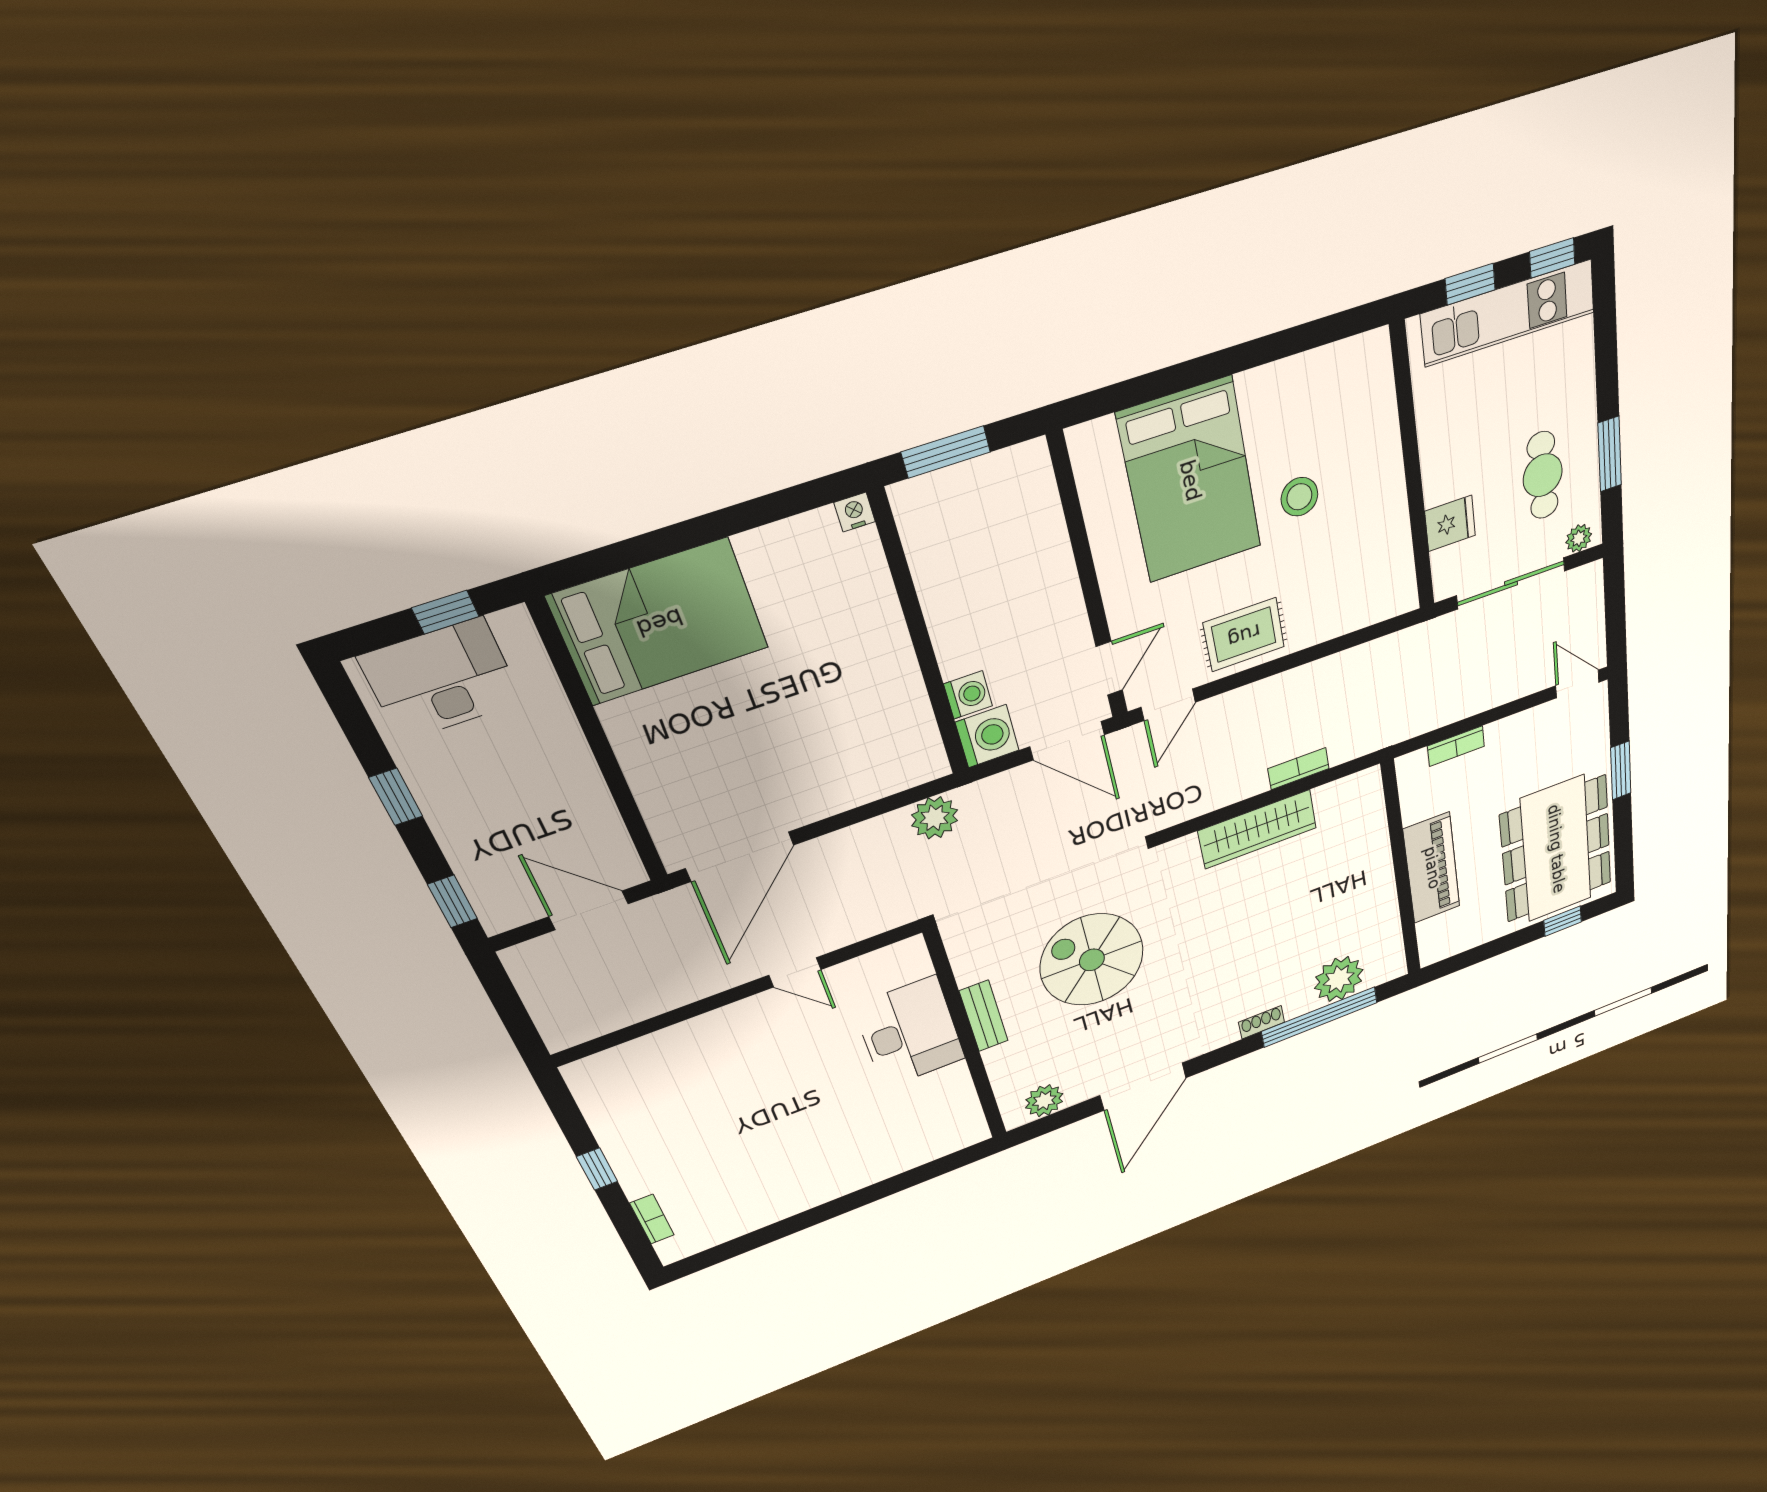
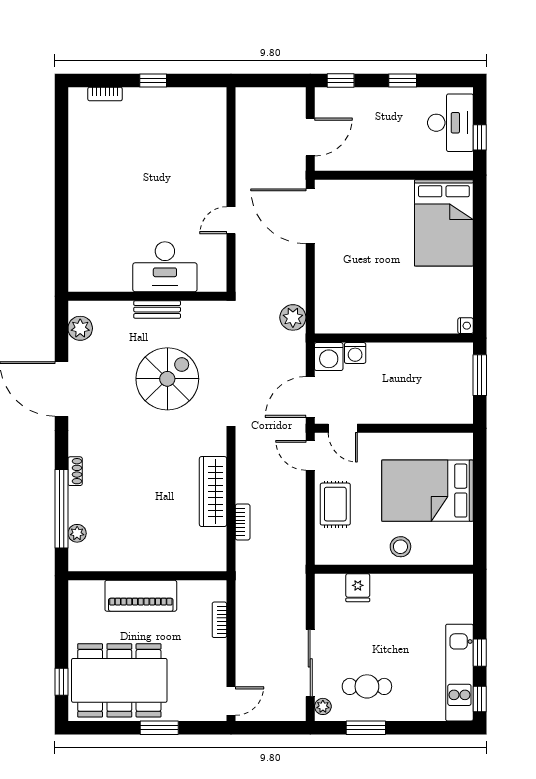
wall: (1413, 471) -> (394, 569), moved
fridge: (1450, 523) -> (358, 588), moved
plant: (1339, 979) -> (77, 533), width x0.53, depth x0.53

